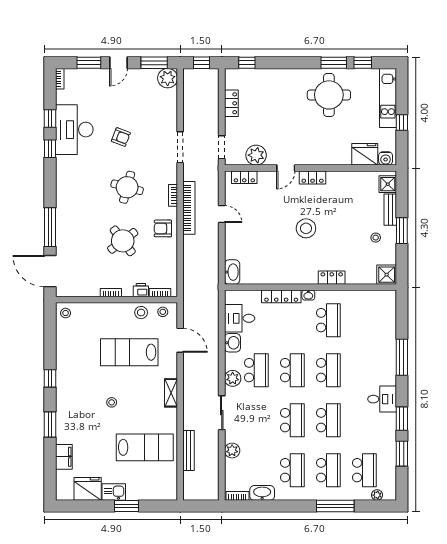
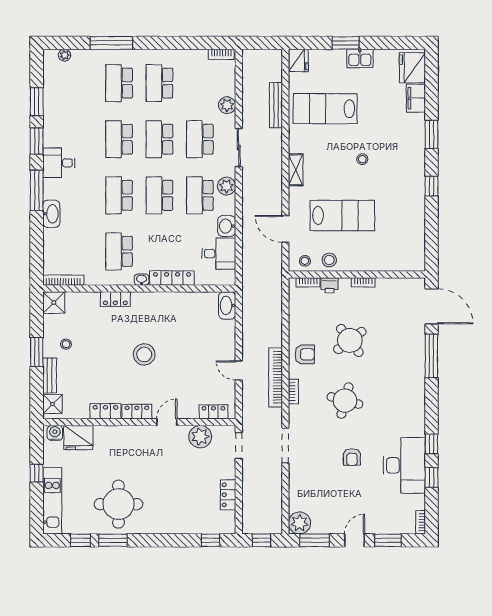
armchair: (121, 137) -> (352, 457), turned -111
locker: (341, 178) -> (105, 411), added
bookcase: (378, 295) -> (63, 280), added
stool: (66, 313) -> (414, 259), removed
window: (402, 357) -> (37, 190), moved
school desk: (364, 470) -> (200, 139), moved
fridge: (88, 489) -> (412, 68), moved, turned 90
fridge: (169, 490) -> (298, 60), added
washbasin: (262, 493) -> (51, 214), moved, turned -90

